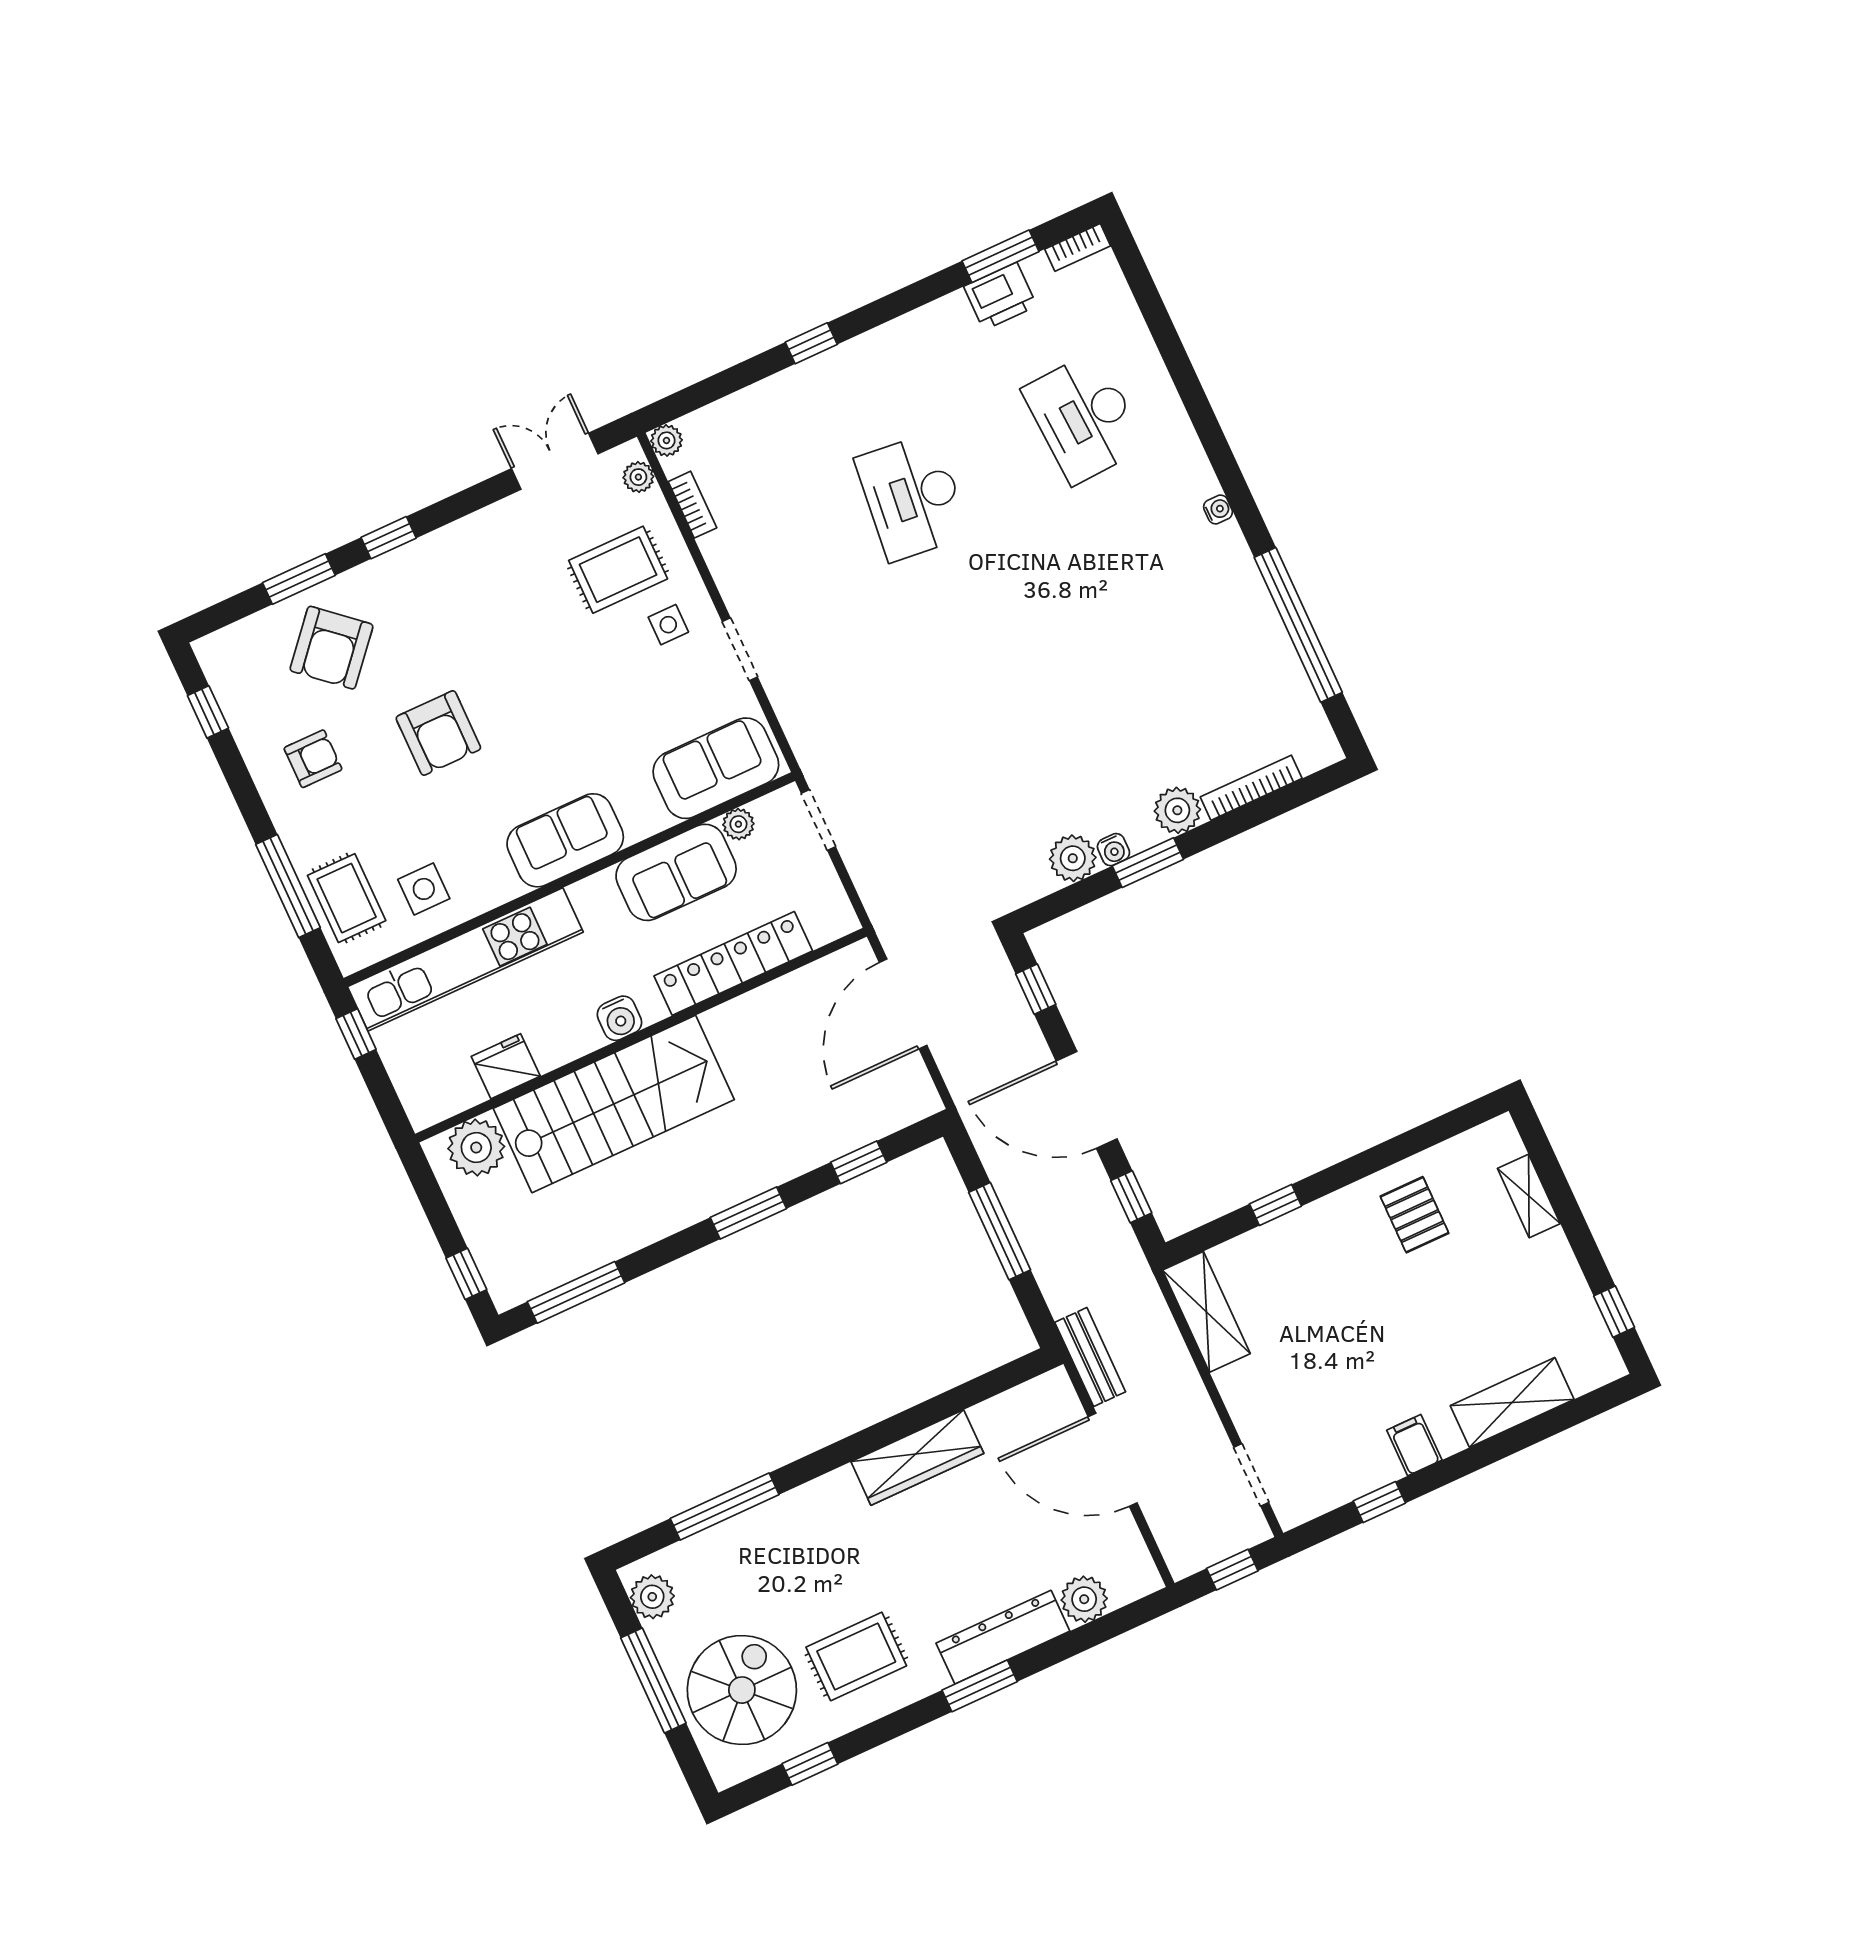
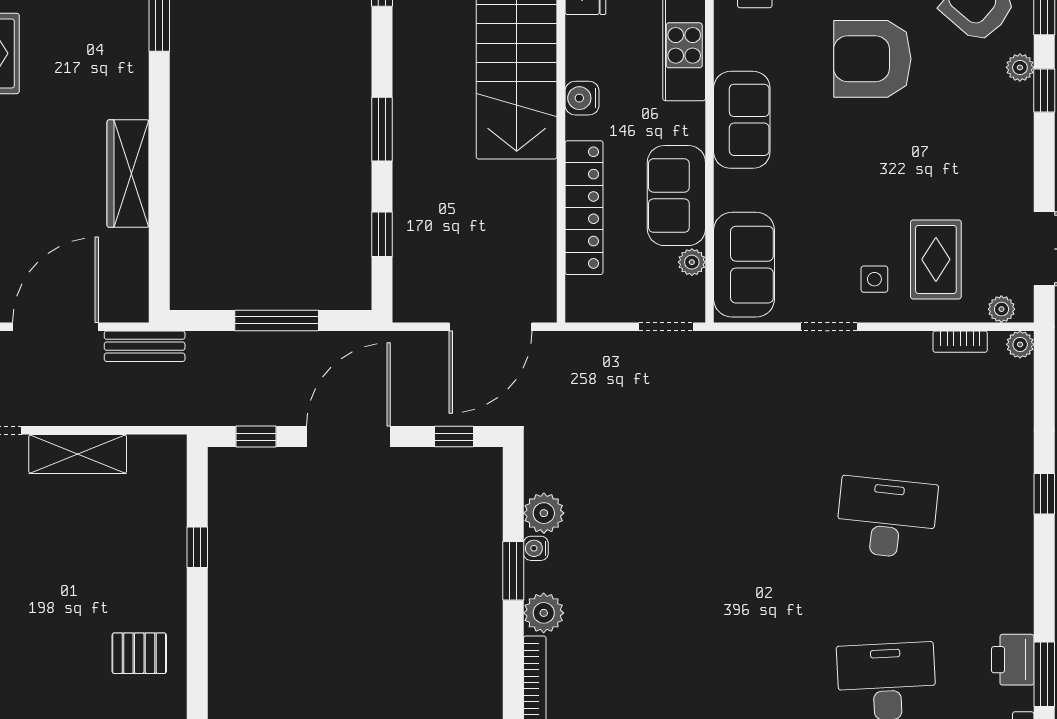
plant: (376, 574) -> (1020, 67), added
armchair: (438, 733) -> (872, 59), width x1.36, depth x1.36
door: (903, 1004) -> (491, 327), swing flipped
shelving: (1206, 1312) -> (78, 454), moved

